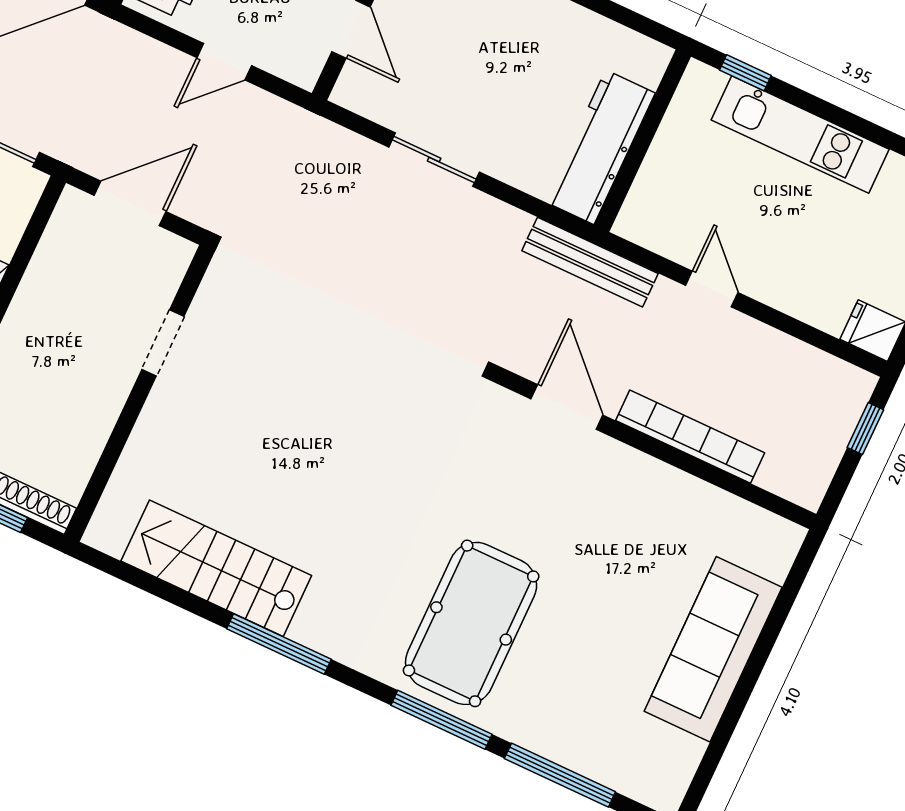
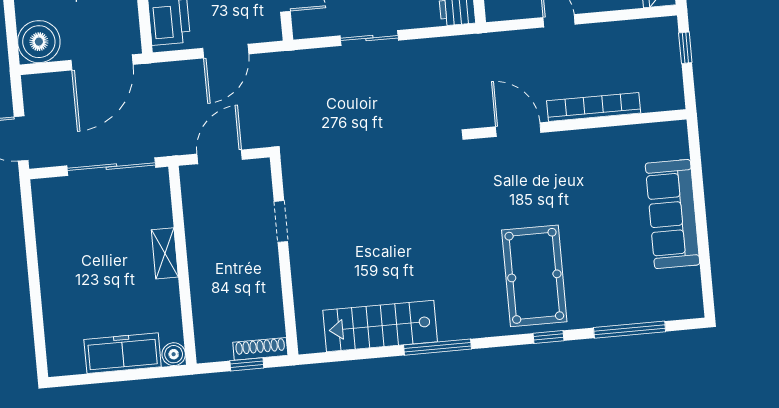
door: (224, 62) -> (226, 51), width x1.38
bench: (590, 262) -> (485, 44), removed
window: (441, 720) -> (549, 337), width x0.46

